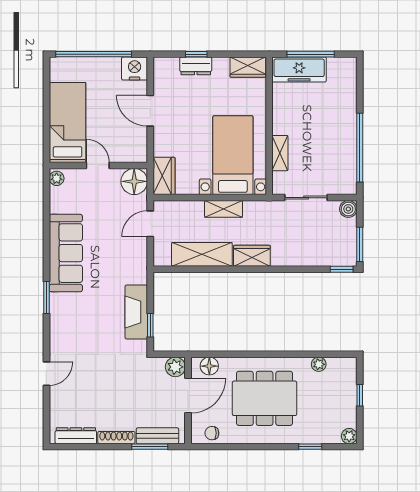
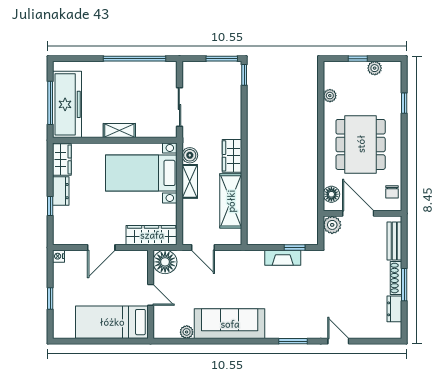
window: (94, 54) -> (50, 299), width x0.32
dresser: (196, 66) -> (61, 191), moved
nightstand: (135, 69) -> (59, 256), width x0.53, depth x0.56
freezer: (299, 70) -> (67, 104), width x1.36, depth x1.26
shelving: (280, 153) -> (119, 131), moved
door: (98, 165) -> (151, 295), swing flipped
wardrobe: (164, 176) -> (152, 235), width x1.50
plant: (57, 178) -> (187, 332), moved
boiler: (348, 209) -> (190, 155), moved
window: (46, 297) -> (293, 341), moved
fireplace: (136, 312) -> (283, 258), width x0.73, depth x0.76
dresser: (76, 436) -> (394, 309), width x0.70
plant: (349, 436) -> (375, 68), moved
window: (150, 447) -> (404, 285), moved

